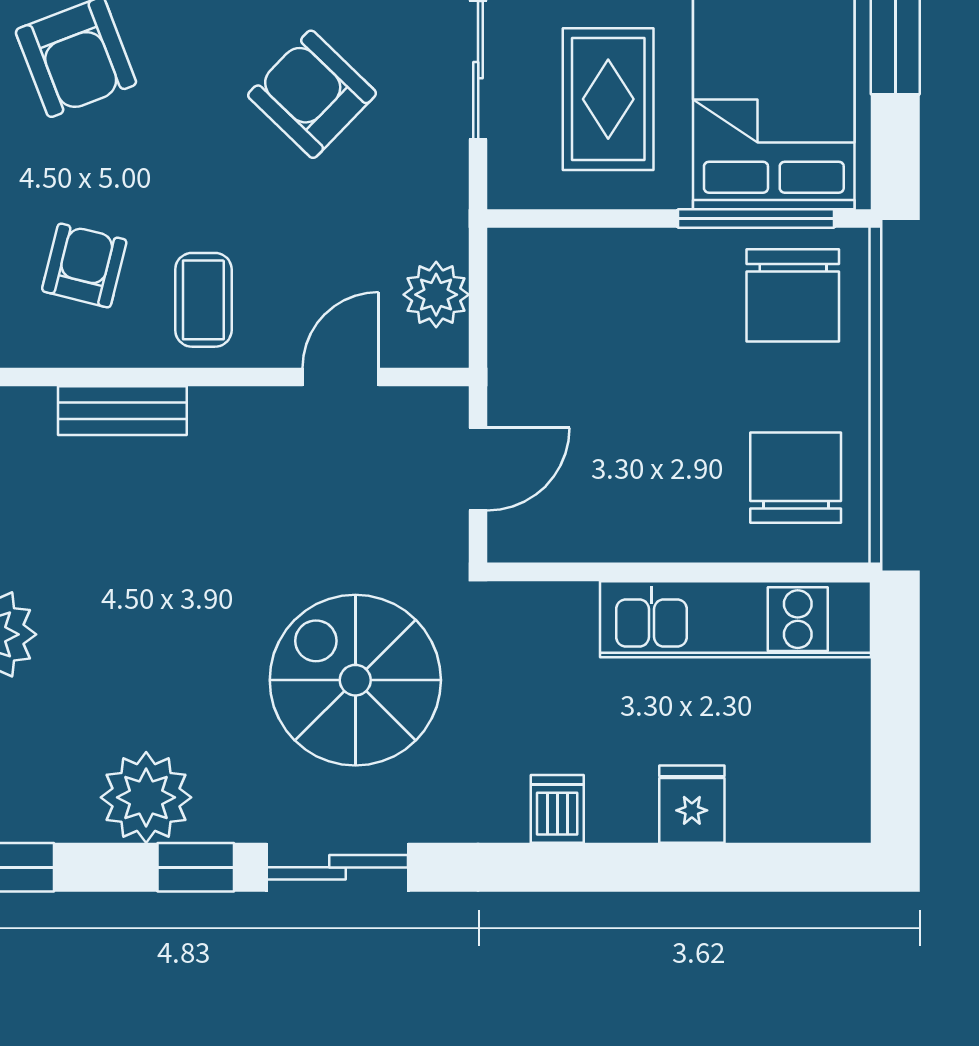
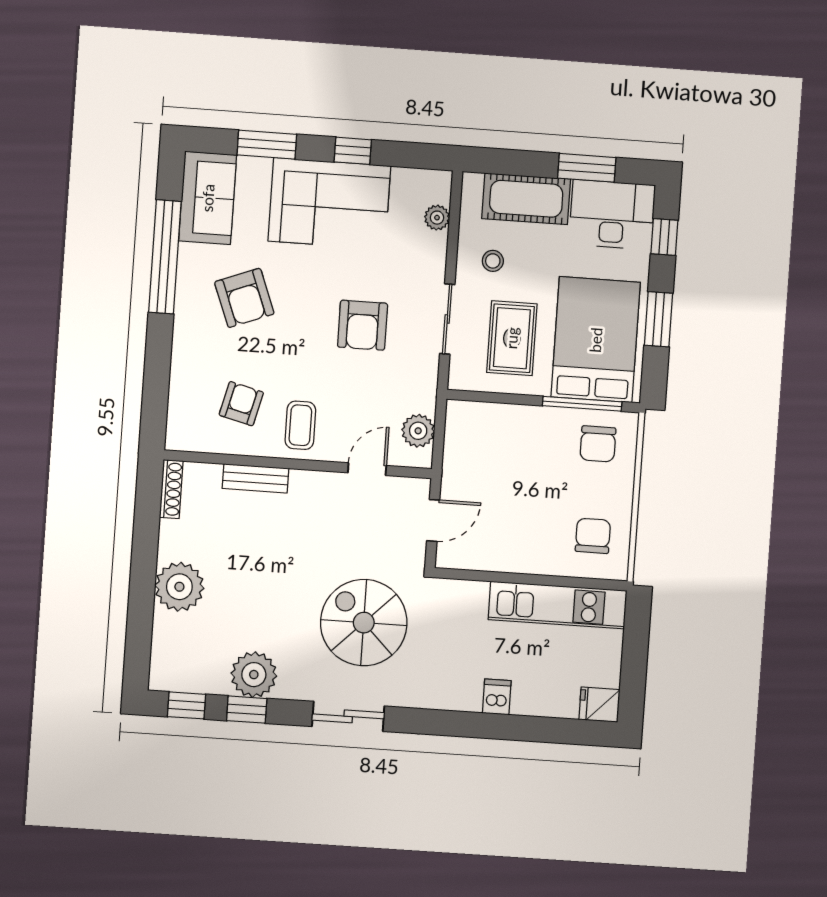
armchair: (312, 94) -> (363, 325), turned -134
chair: (793, 295) -> (598, 444), width x0.73, depth x0.73
chair: (796, 478) -> (593, 536), width x0.73, depth x0.73
fridge: (692, 804) -> (599, 705), moved, turned -90
dishwasher: (557, 809) -> (497, 697), moved
window: (196, 867) -> (247, 710), moved

